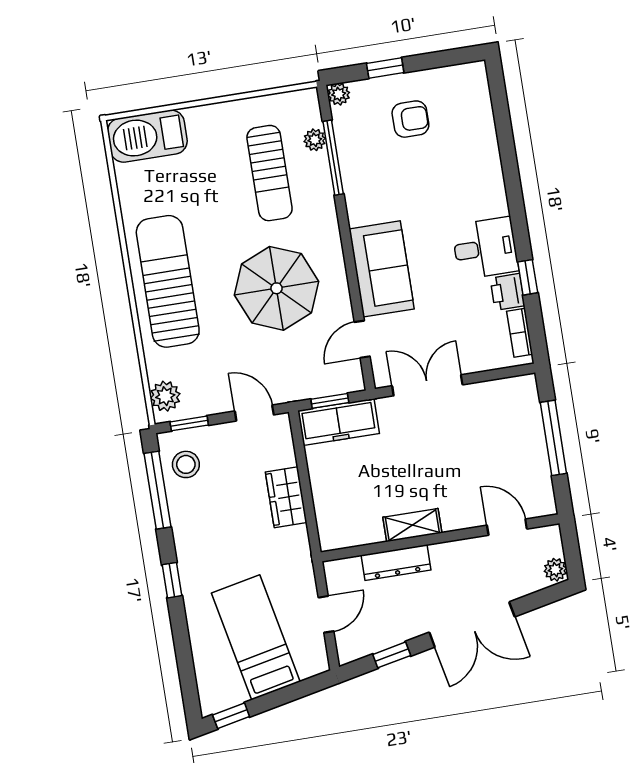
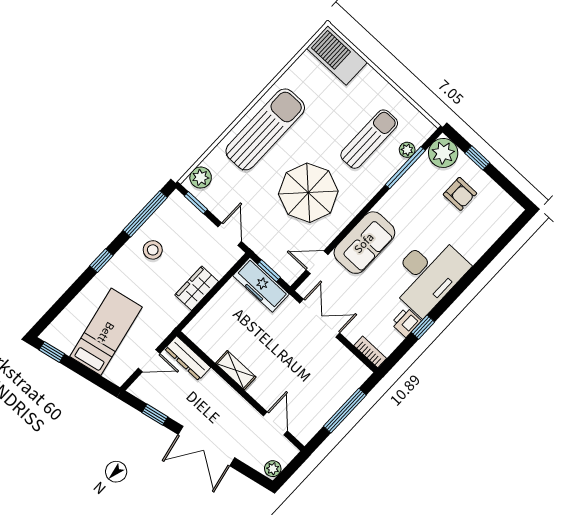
plant: (339, 94) -> (443, 153), width x1.87, depth x1.87
sun lounger: (269, 173) -> (369, 139), turned 180
desk: (485, 248) -> (428, 274), width x1.87, depth x1.30
bookcase: (520, 333) -> (370, 352), moved, turned 90
stool: (186, 464) -> (153, 250), moved
dresser: (396, 562) -> (188, 358), moved

